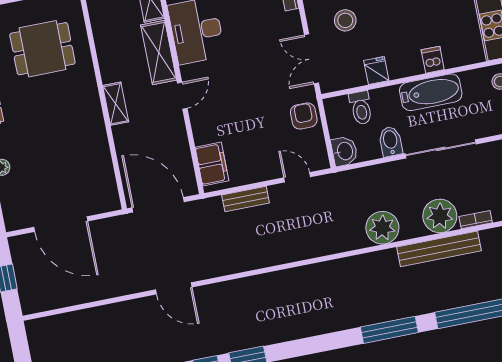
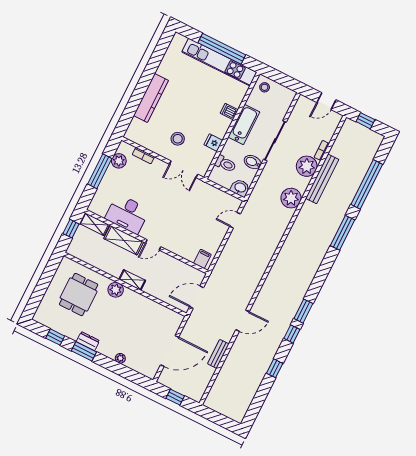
plant: (86, 92) -> (116, 290), added
door: (182, 96) -> (153, 245), swing flipped
armchair: (304, 116) -> (208, 194), removed
filing cabinet: (212, 164) -> (202, 259), width x0.50
bench: (246, 199) -> (218, 354), moved
door: (158, 205) -> (197, 297), width x0.73

